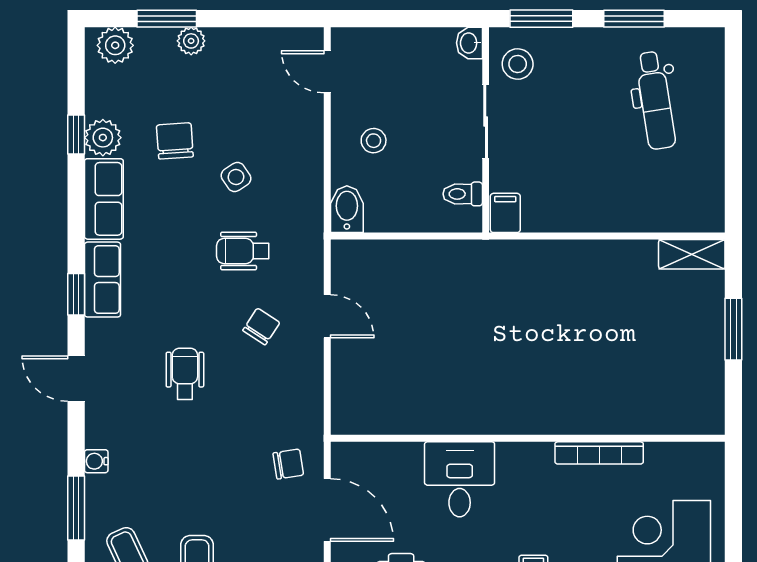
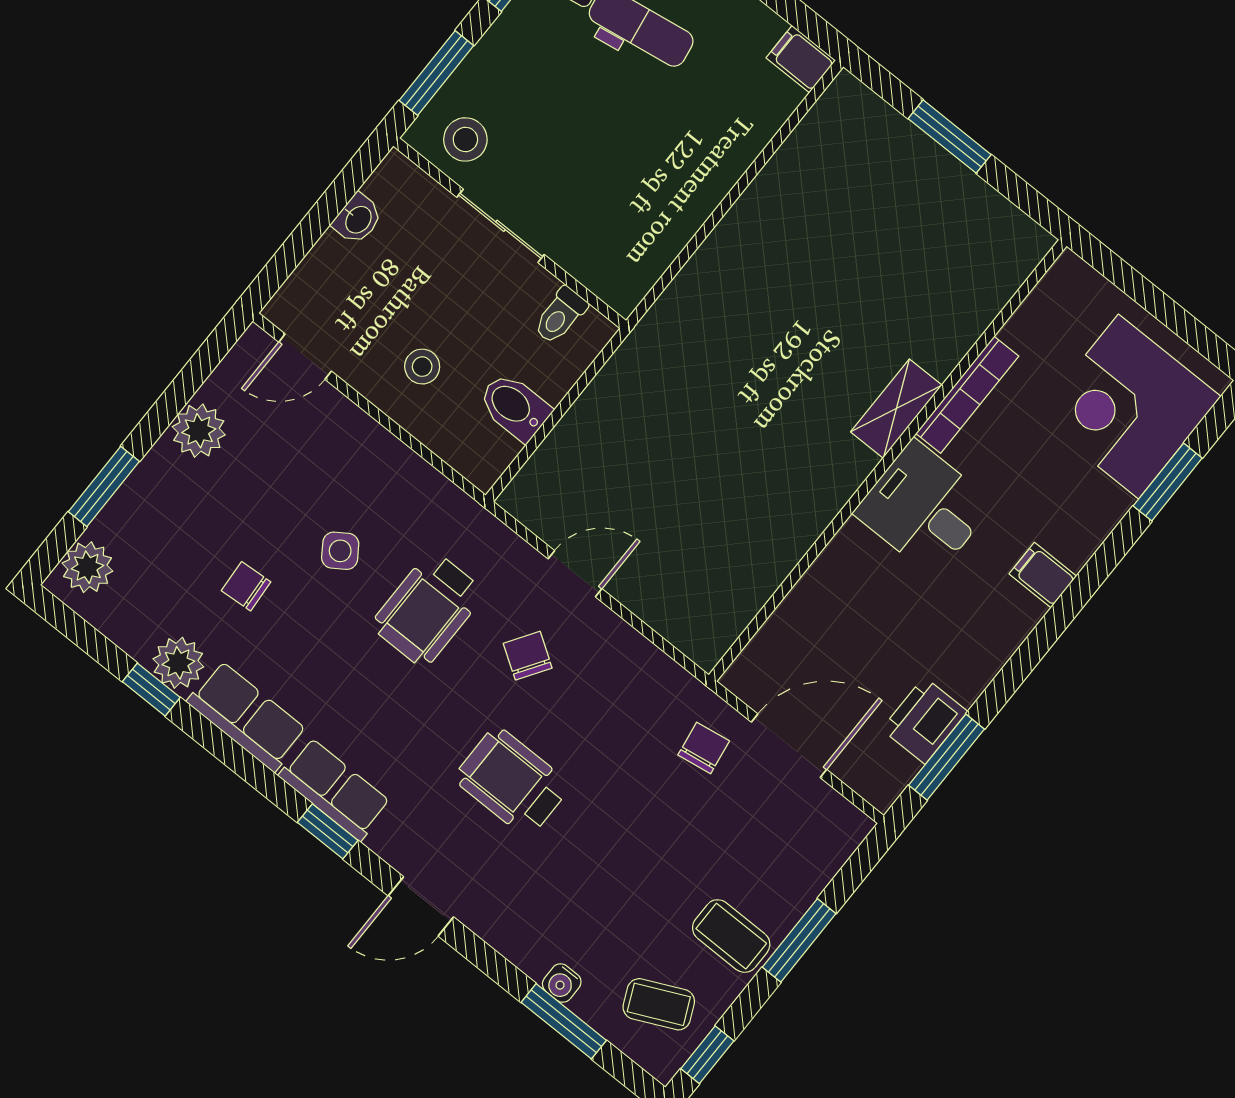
plant: (191, 41) -> (199, 431), moved, width x1.38, depth x1.38
washbasin: (469, 43) -> (358, 219), moved, turned -90
chair: (175, 141) -> (246, 586), width x0.73, depth x0.73
bidet: (347, 209) -> (514, 407), moved
filing cabinet: (505, 213) -> (801, 59), moved
wheelchair: (243, 251) -> (428, 609), width x1.36, depth x1.37
shelving: (692, 254) -> (896, 409), moved
wheelchair: (185, 374) -> (512, 782), width x1.36, depth x1.37
water cooler: (96, 461) -> (562, 983), moved
desk: (460, 479) -> (924, 508), moved

